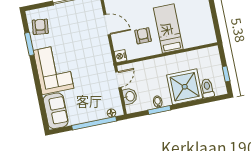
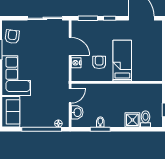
nightstand: (120, 56) -> (76, 63), moved
shower: (185, 87) -> (132, 120), width x0.54, depth x0.54

